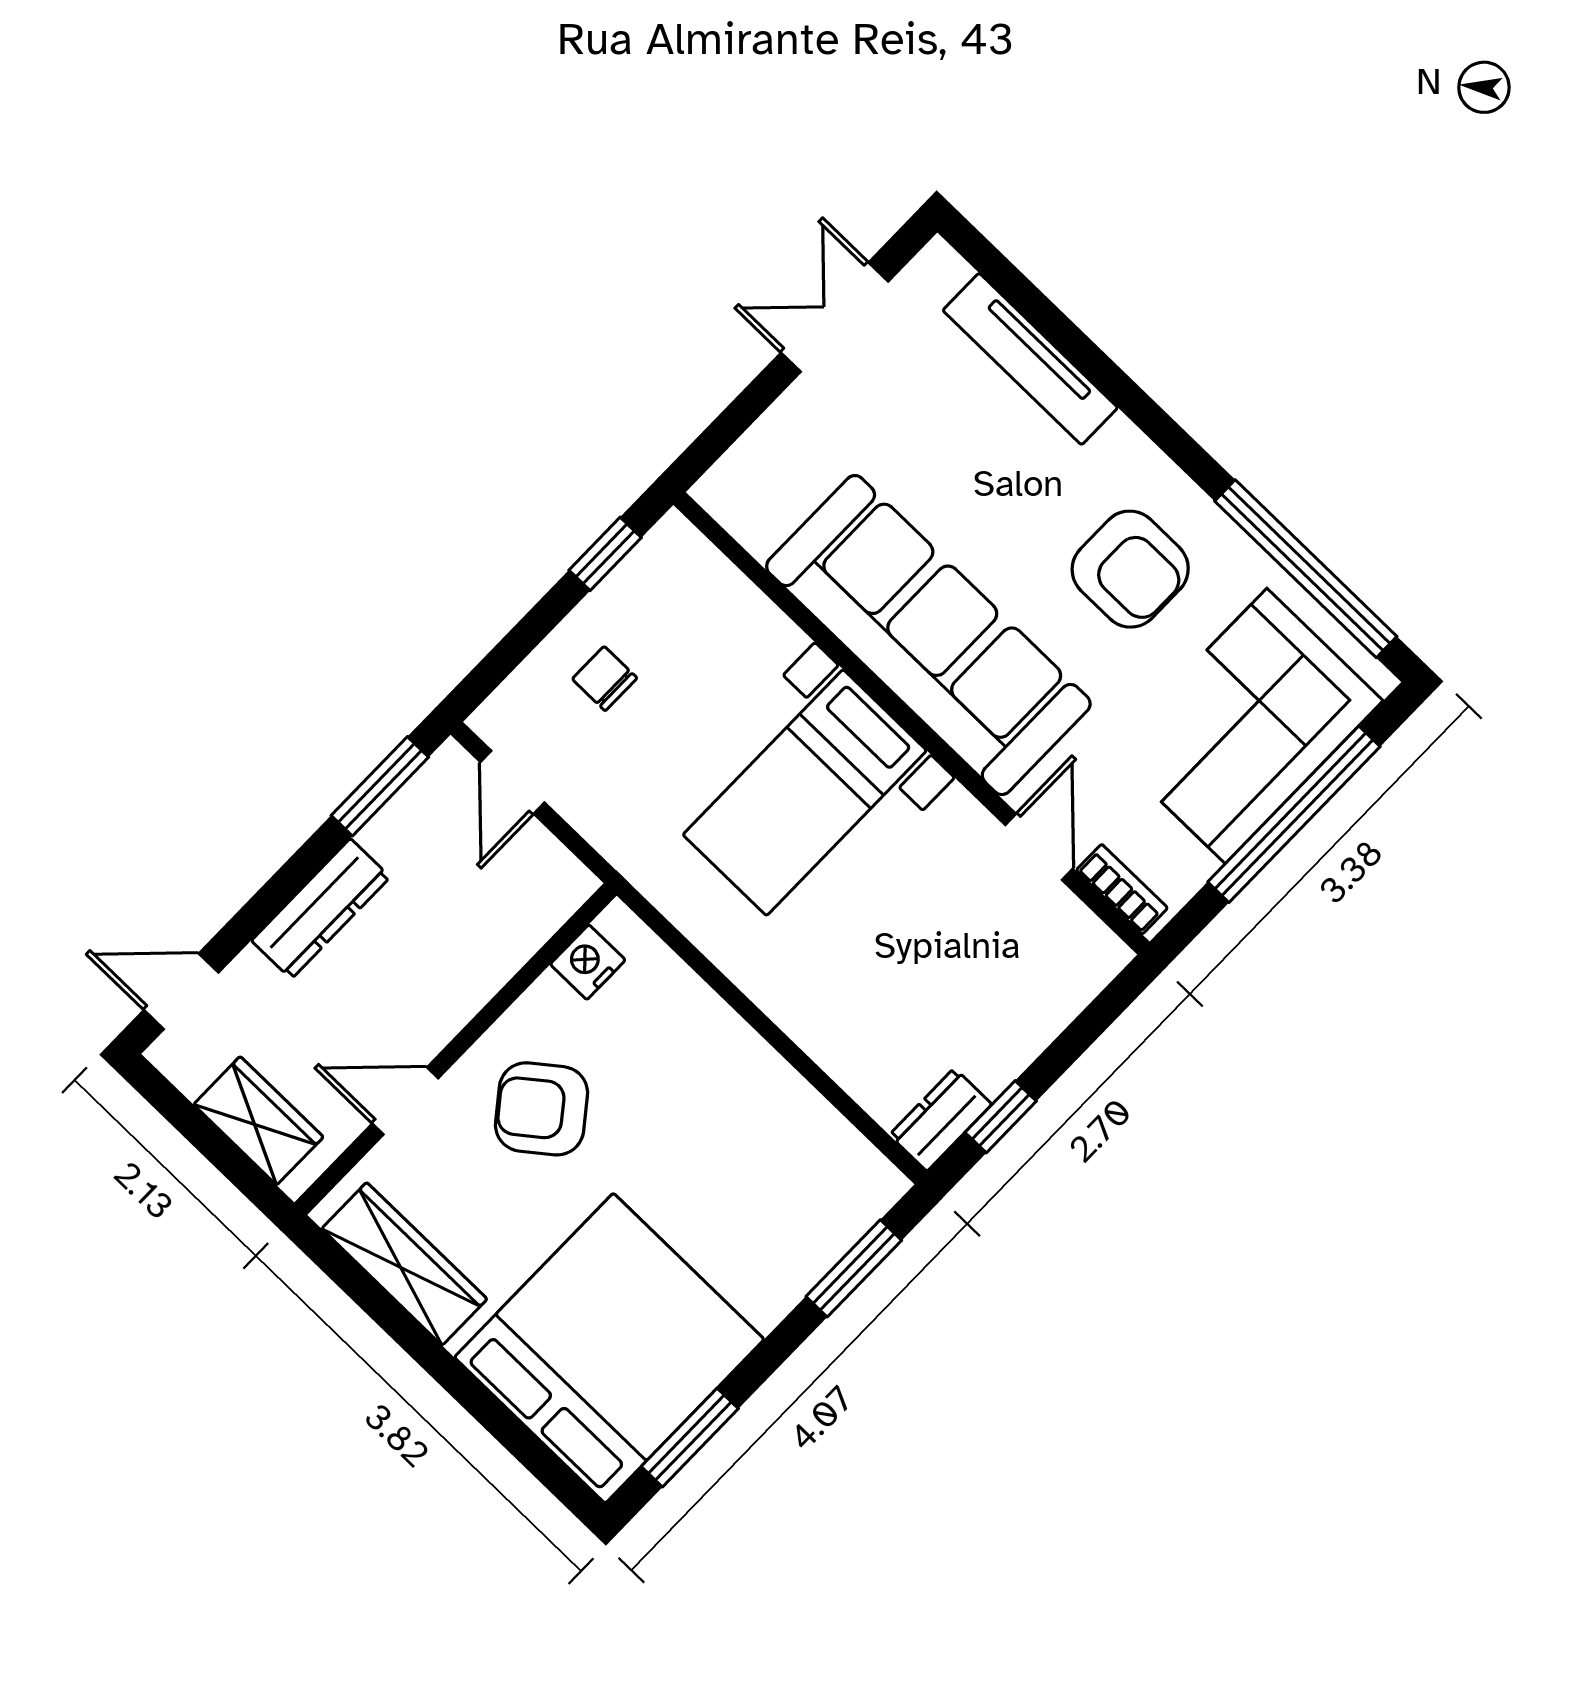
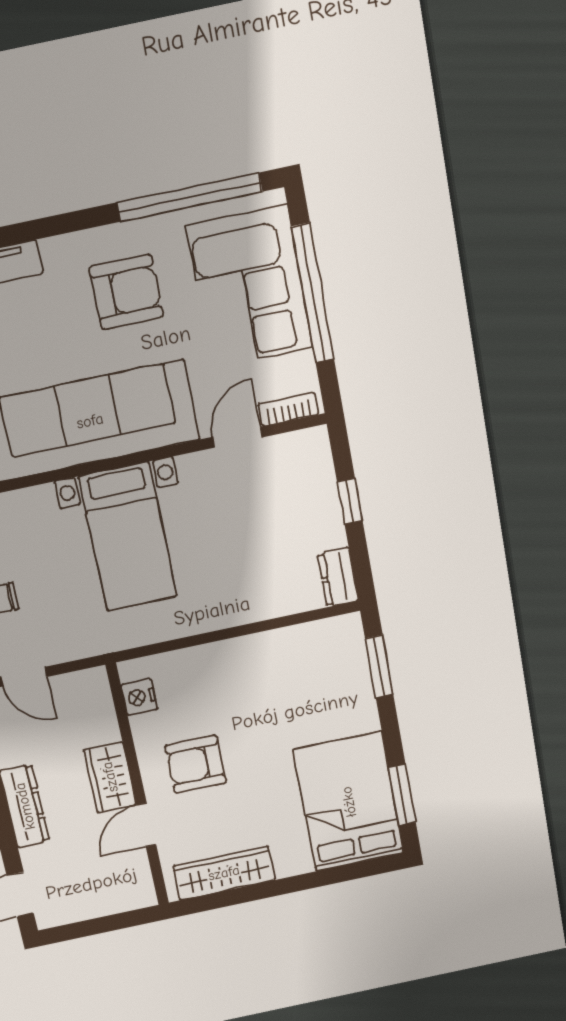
door: (1039, 847) -> (237, 437), hinge flipped
armchair: (542, 1109) -> (195, 764), turned 38
window: (1001, 1117) -> (350, 501), moved
wardrobe: (258, 1121) -> (110, 777), moved, turned -90
bed: (609, 1348) -> (349, 802), width x0.73

